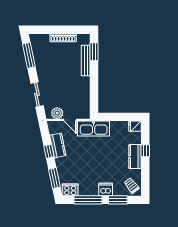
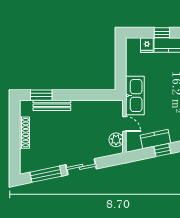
sliding door: (37, 94) -> (81, 167), moved
door: (70, 120) -> (124, 124), hinge flipped
fridge: (135, 126) -> (147, 45), moved

